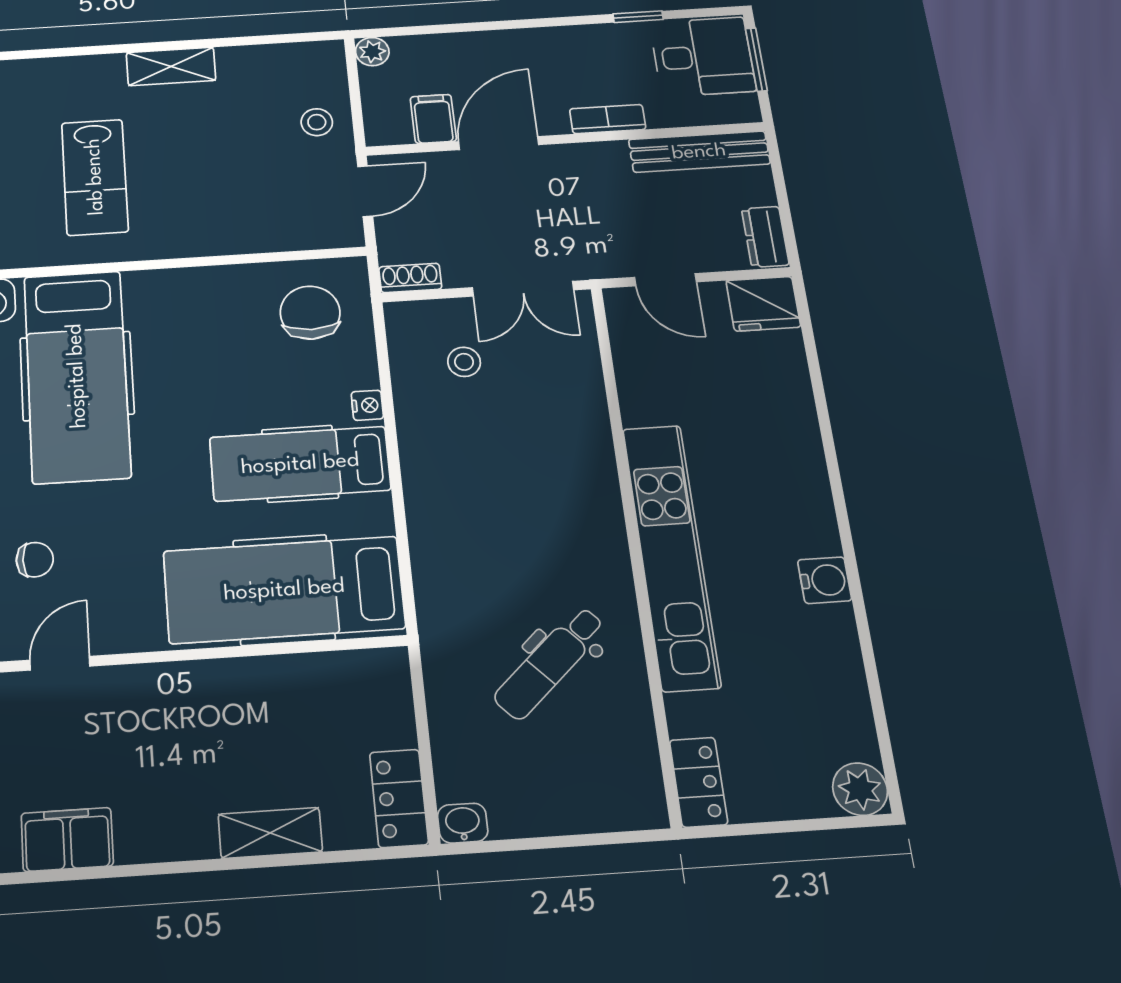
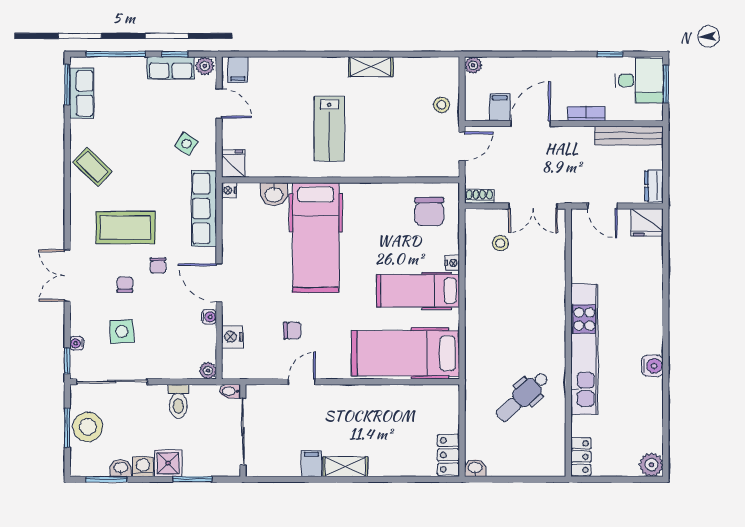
chair: (310, 313) -> (429, 212), turned 180
shelving: (270, 833) -> (345, 467), moved
filing cabinet: (67, 839) -> (311, 464), width x0.50

